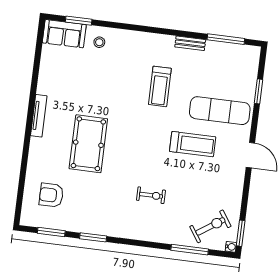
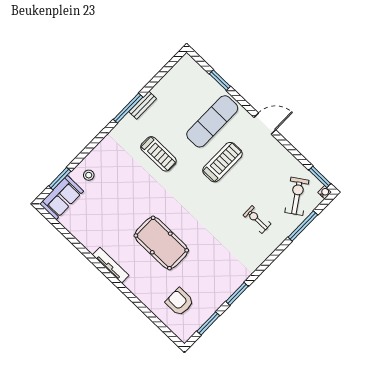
window: (226, 39) -> (128, 108), moved
armchair: (51, 195) -> (180, 302), turned 90
exercise bike: (151, 195) -> (257, 220), moved, turned -90

